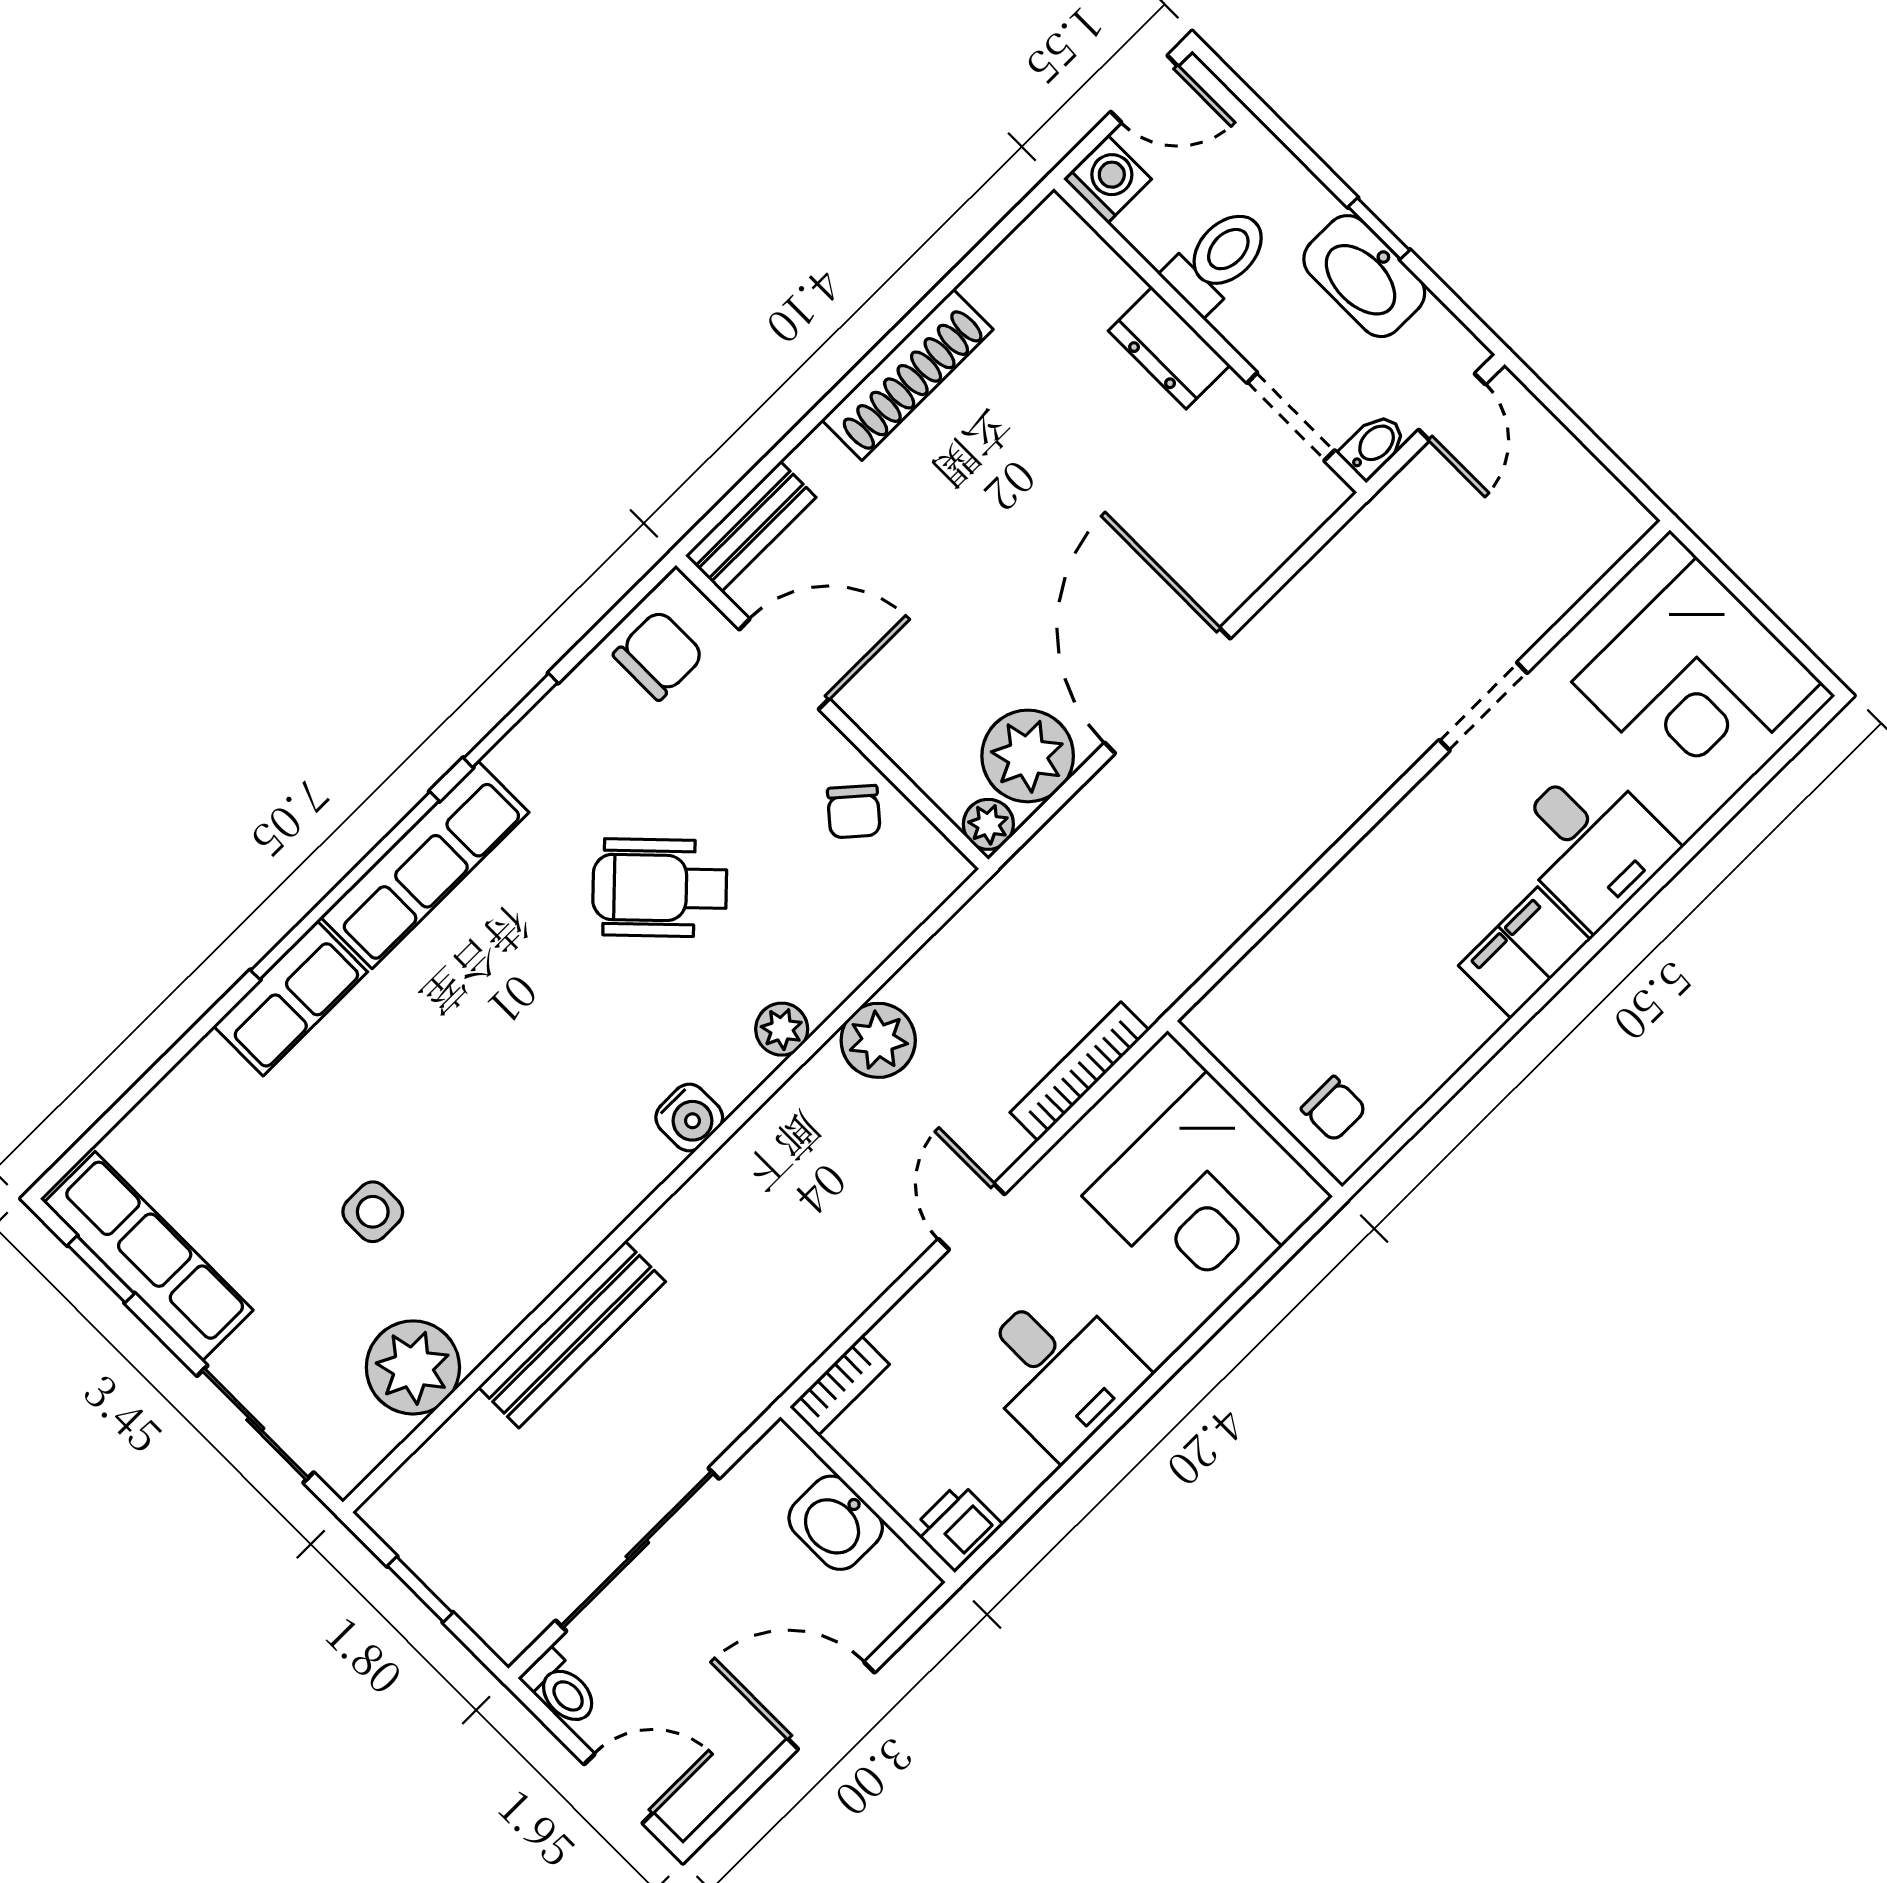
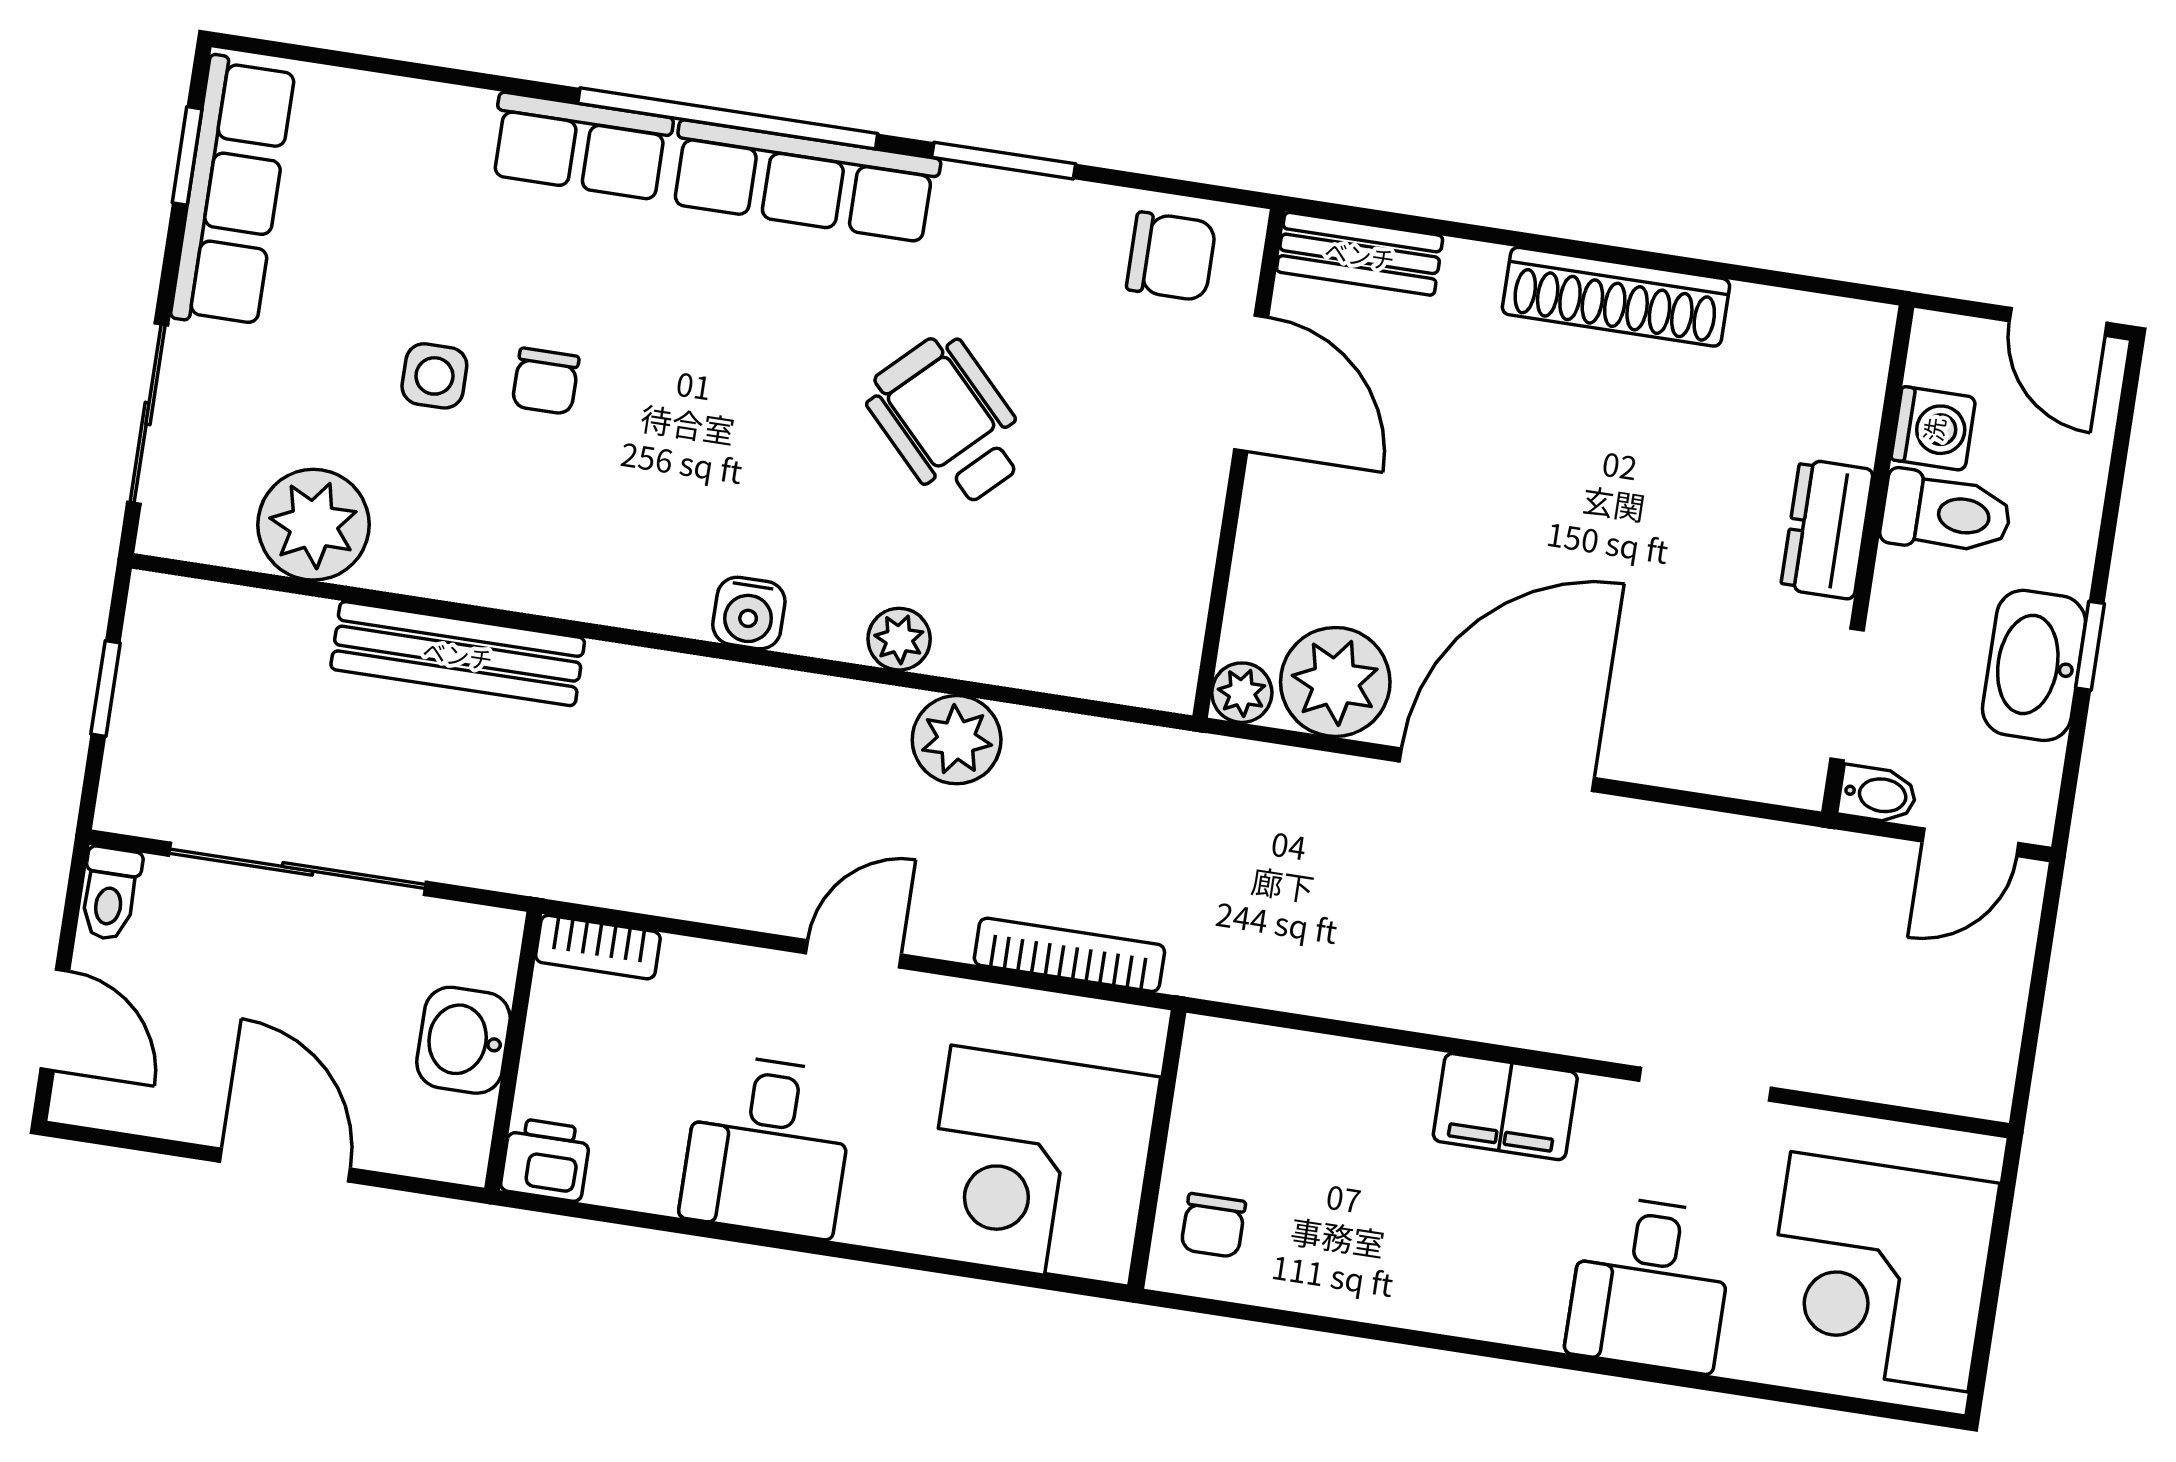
washing machine: (1107, 179) -> (1933, 429), moved
chair: (854, 812) -> (545, 381), moved, turned -41
filing cabinet: (1524, 953) -> (1505, 1107), moved, turned 180

